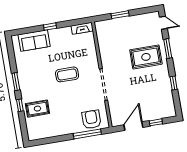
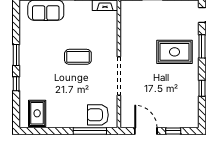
rug: (37, 109) -> (37, 113), moved, turned 90
armchair: (91, 119) -> (98, 115), turned -90
door: (133, 126) -> (146, 131), hinge flipped

